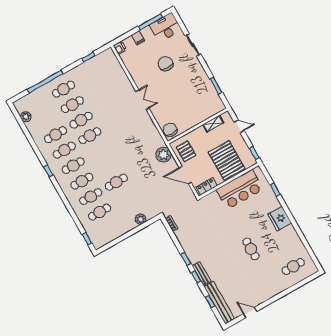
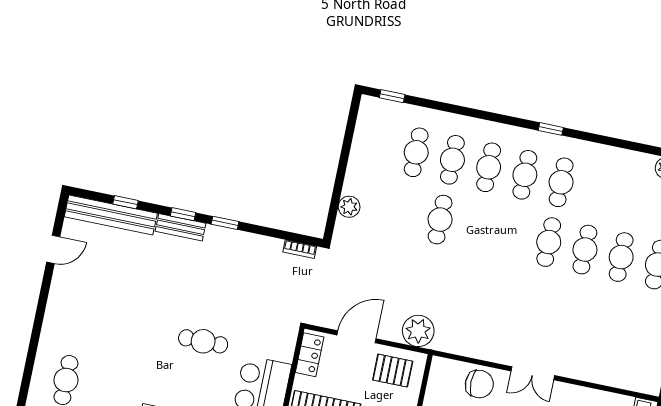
chair: (170, 130) -> (479, 384), moved
cafe table: (56, 135) -> (597, 190), removed
cafe table: (251, 249) -> (203, 341), moved

